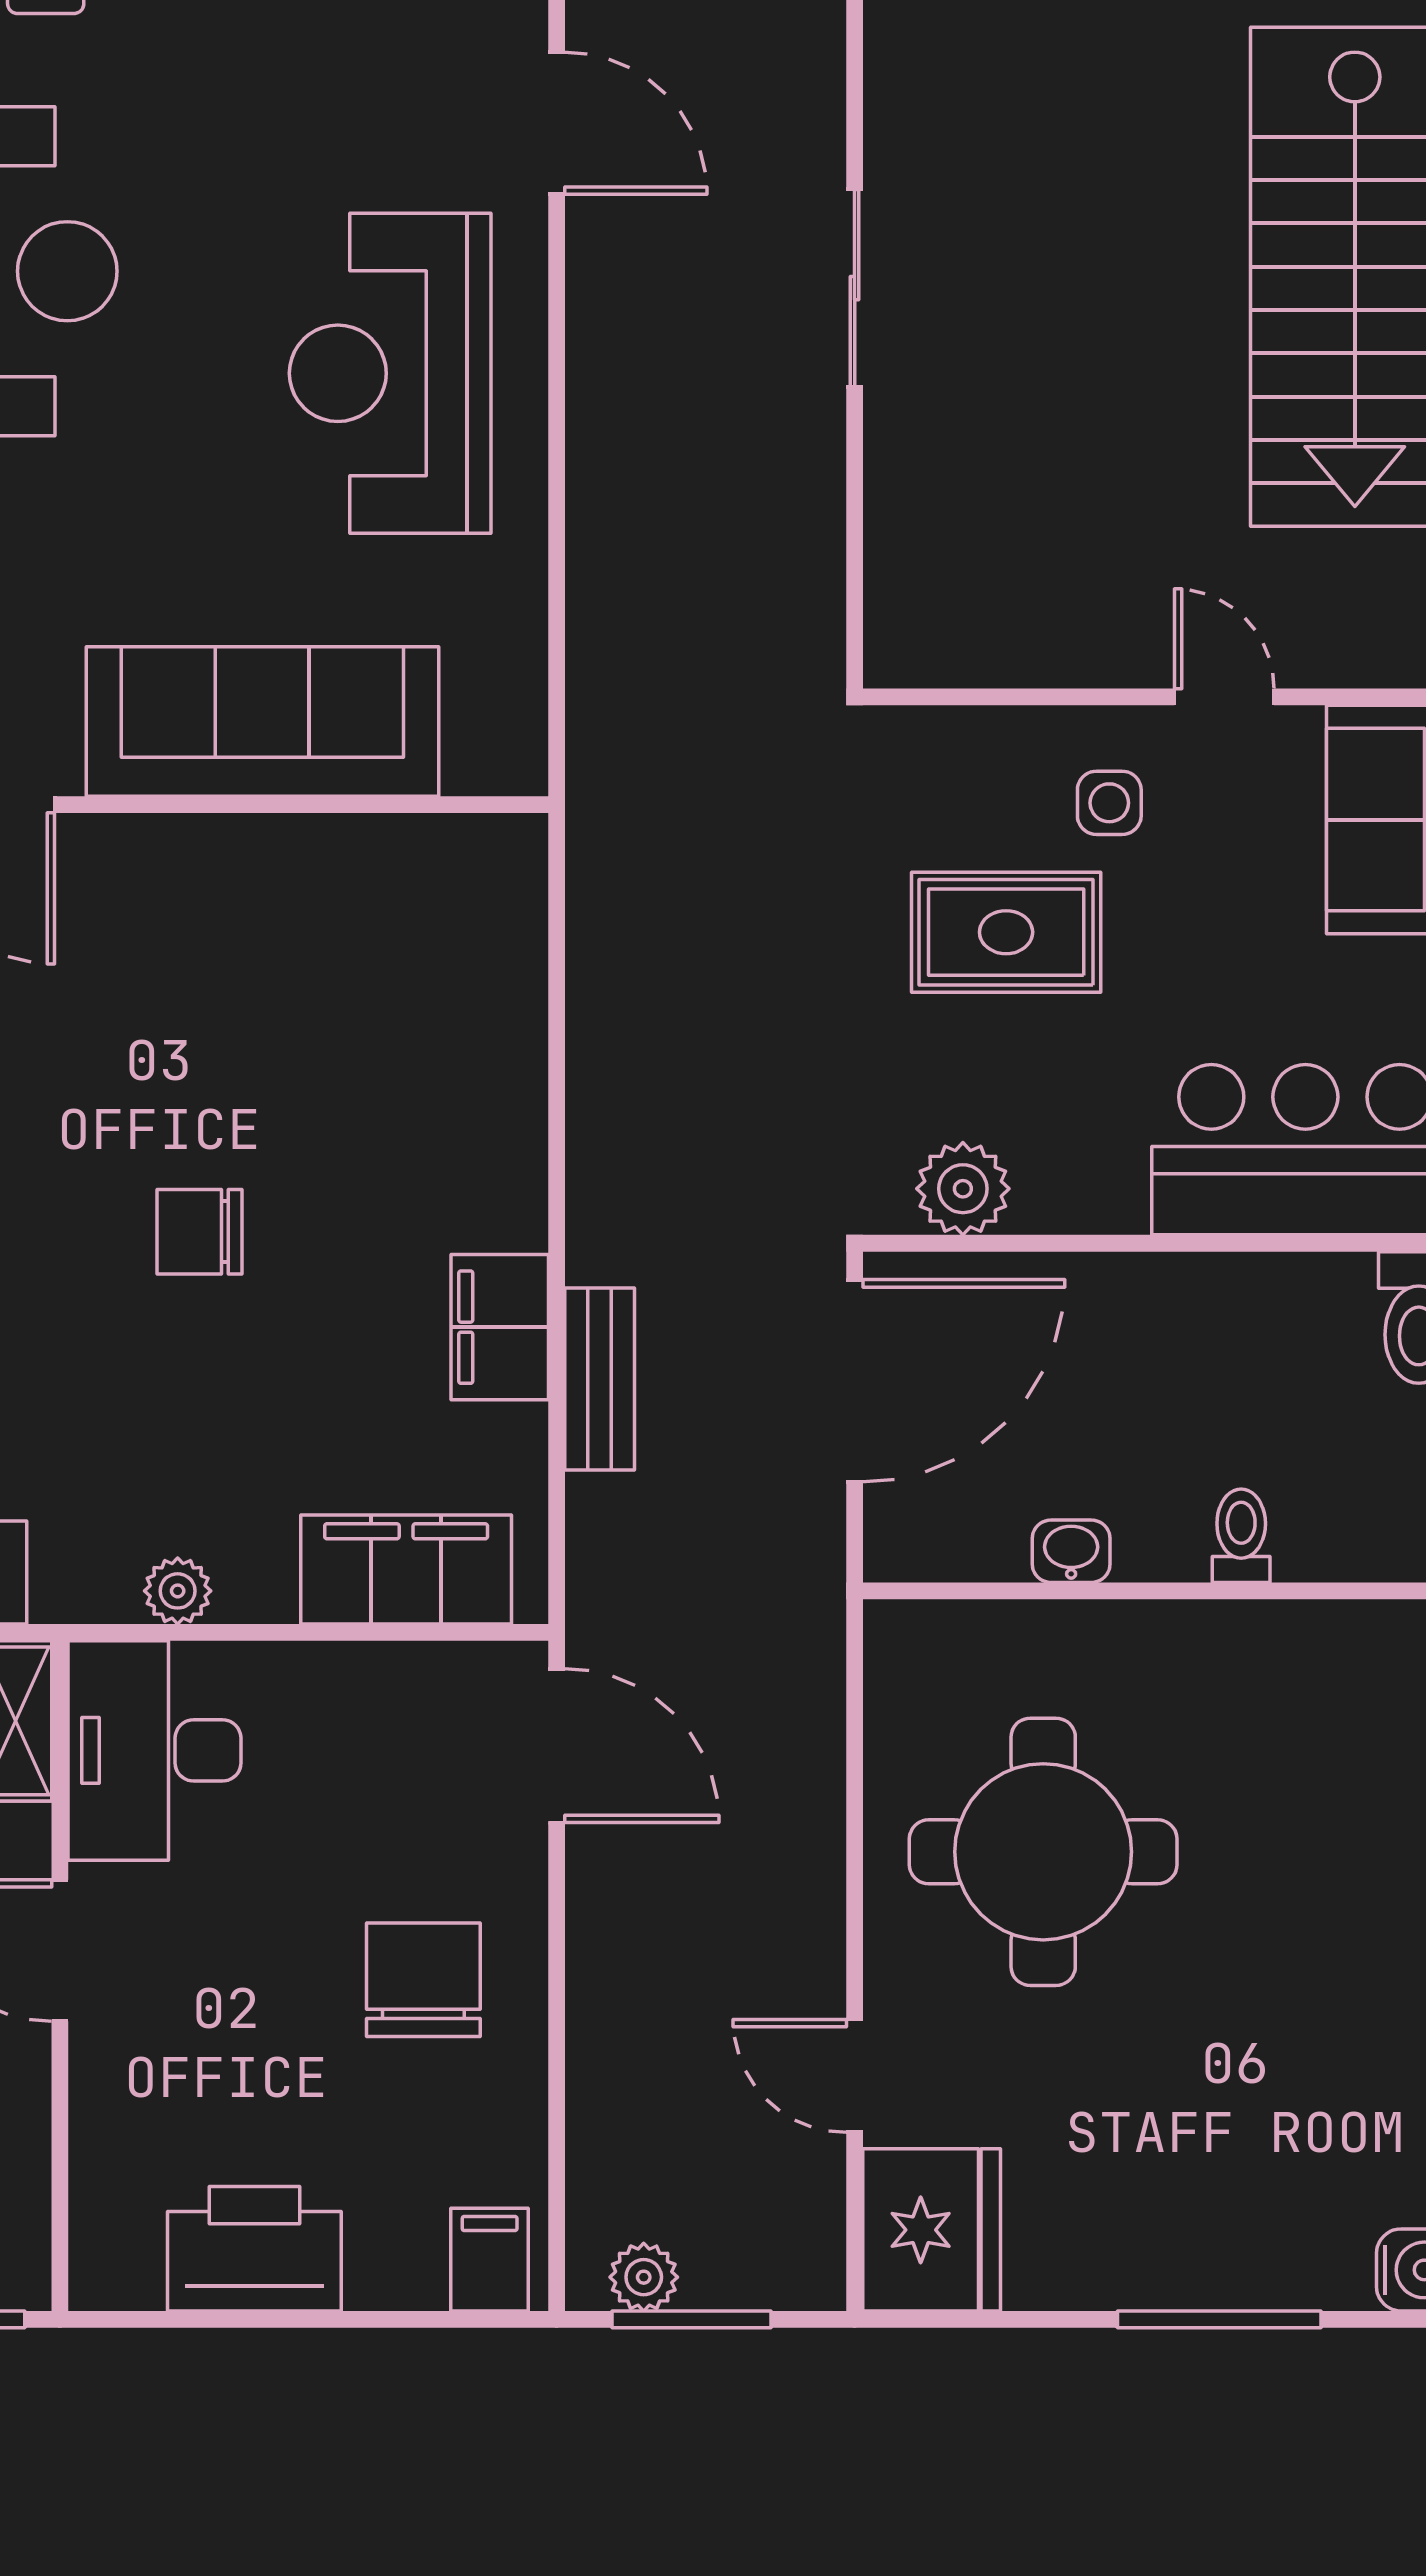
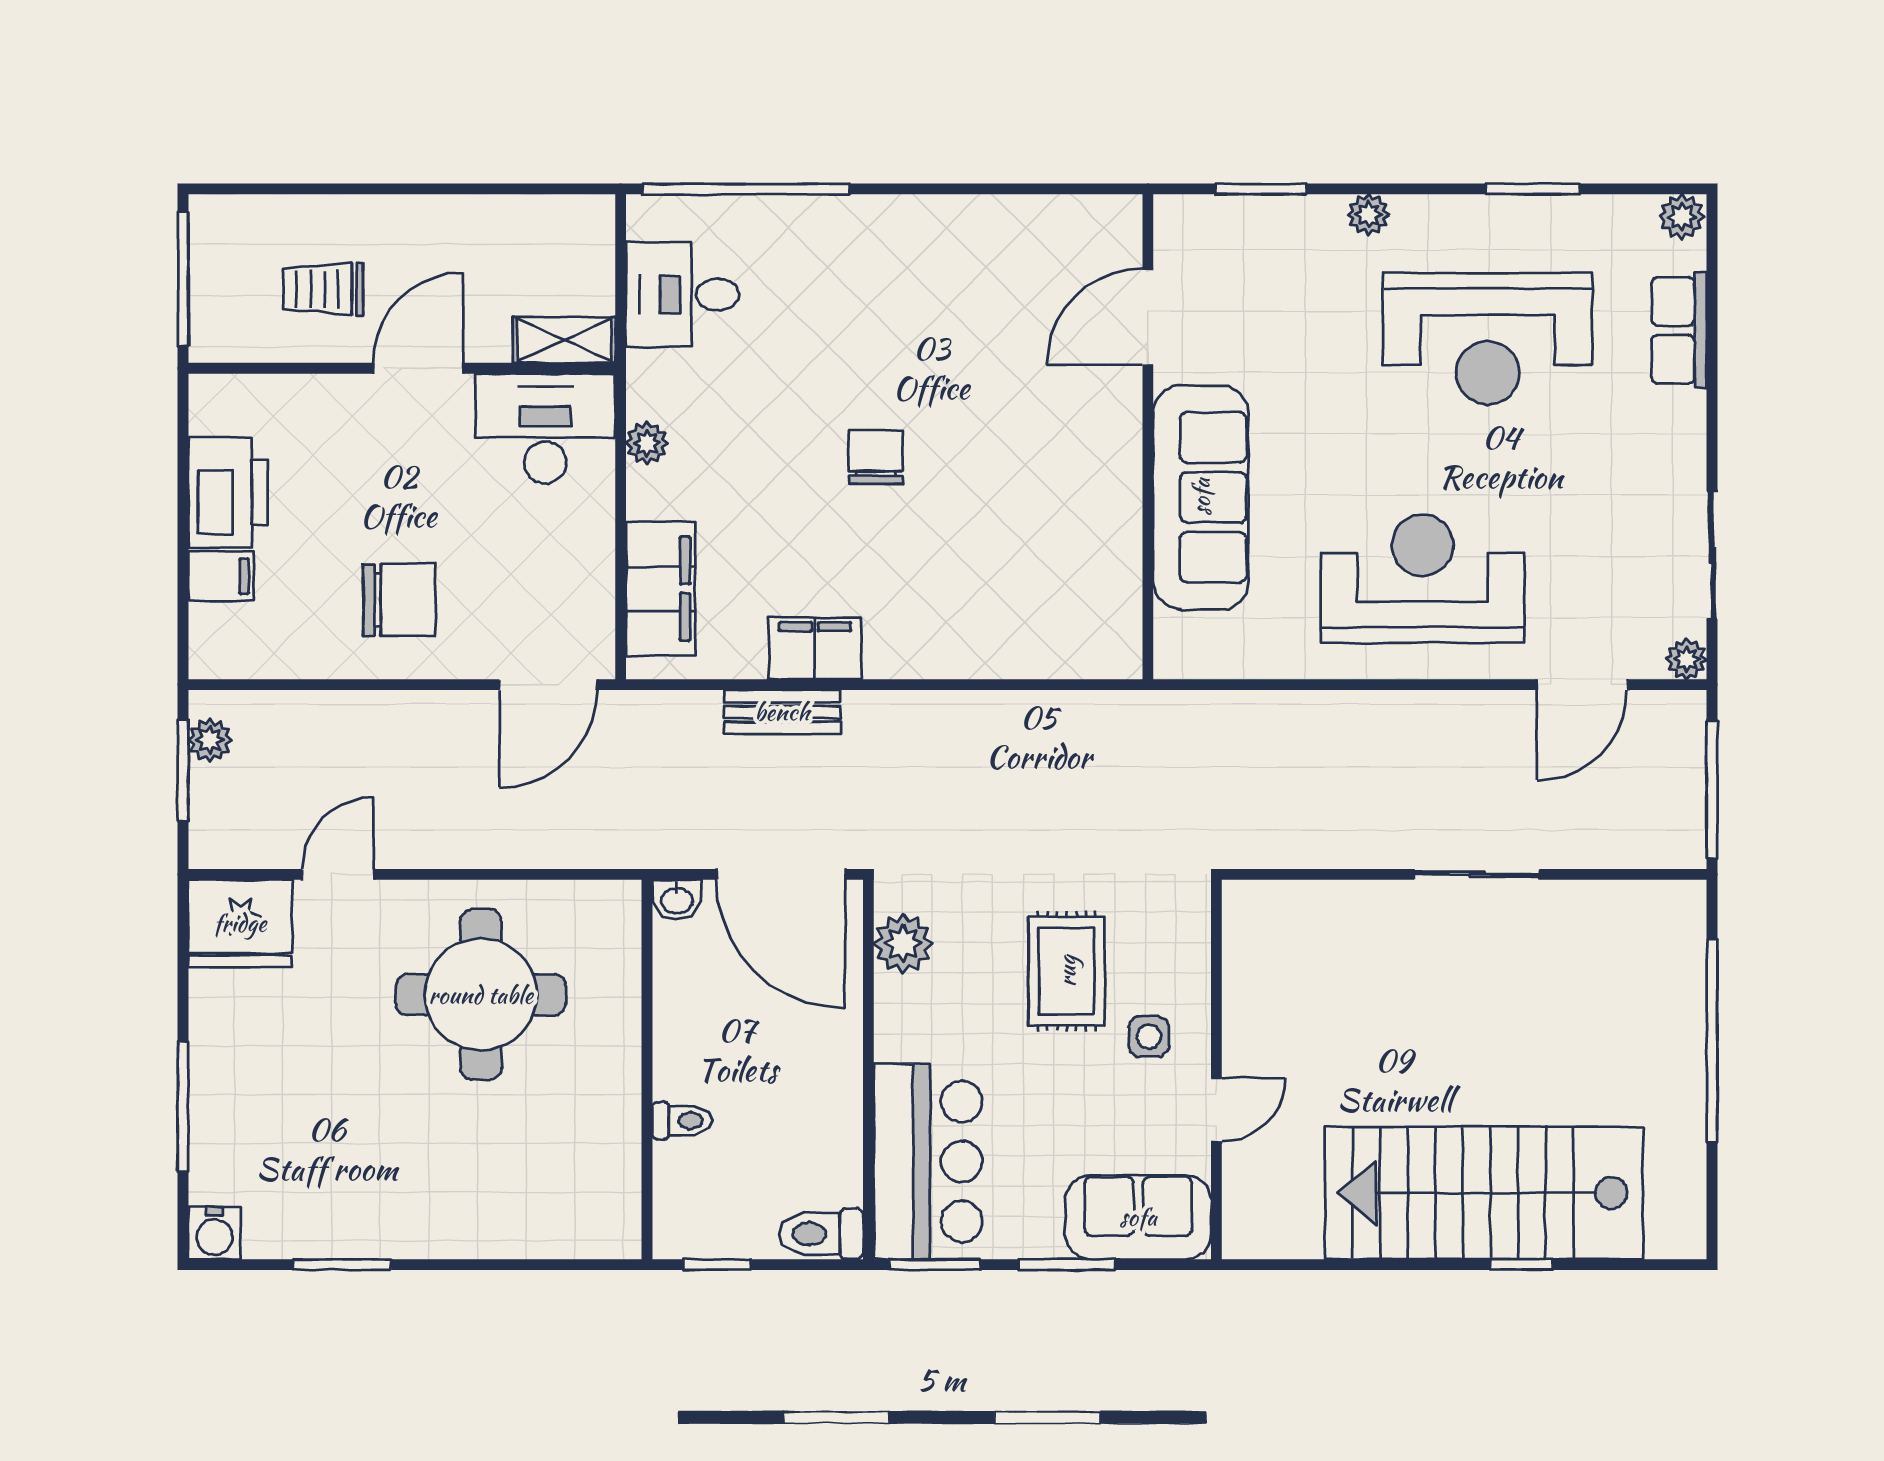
washbasin: (1071, 1551) -> (677, 900), moved, turned 90
filing cabinet: (490, 2260) -> (221, 576), moved

